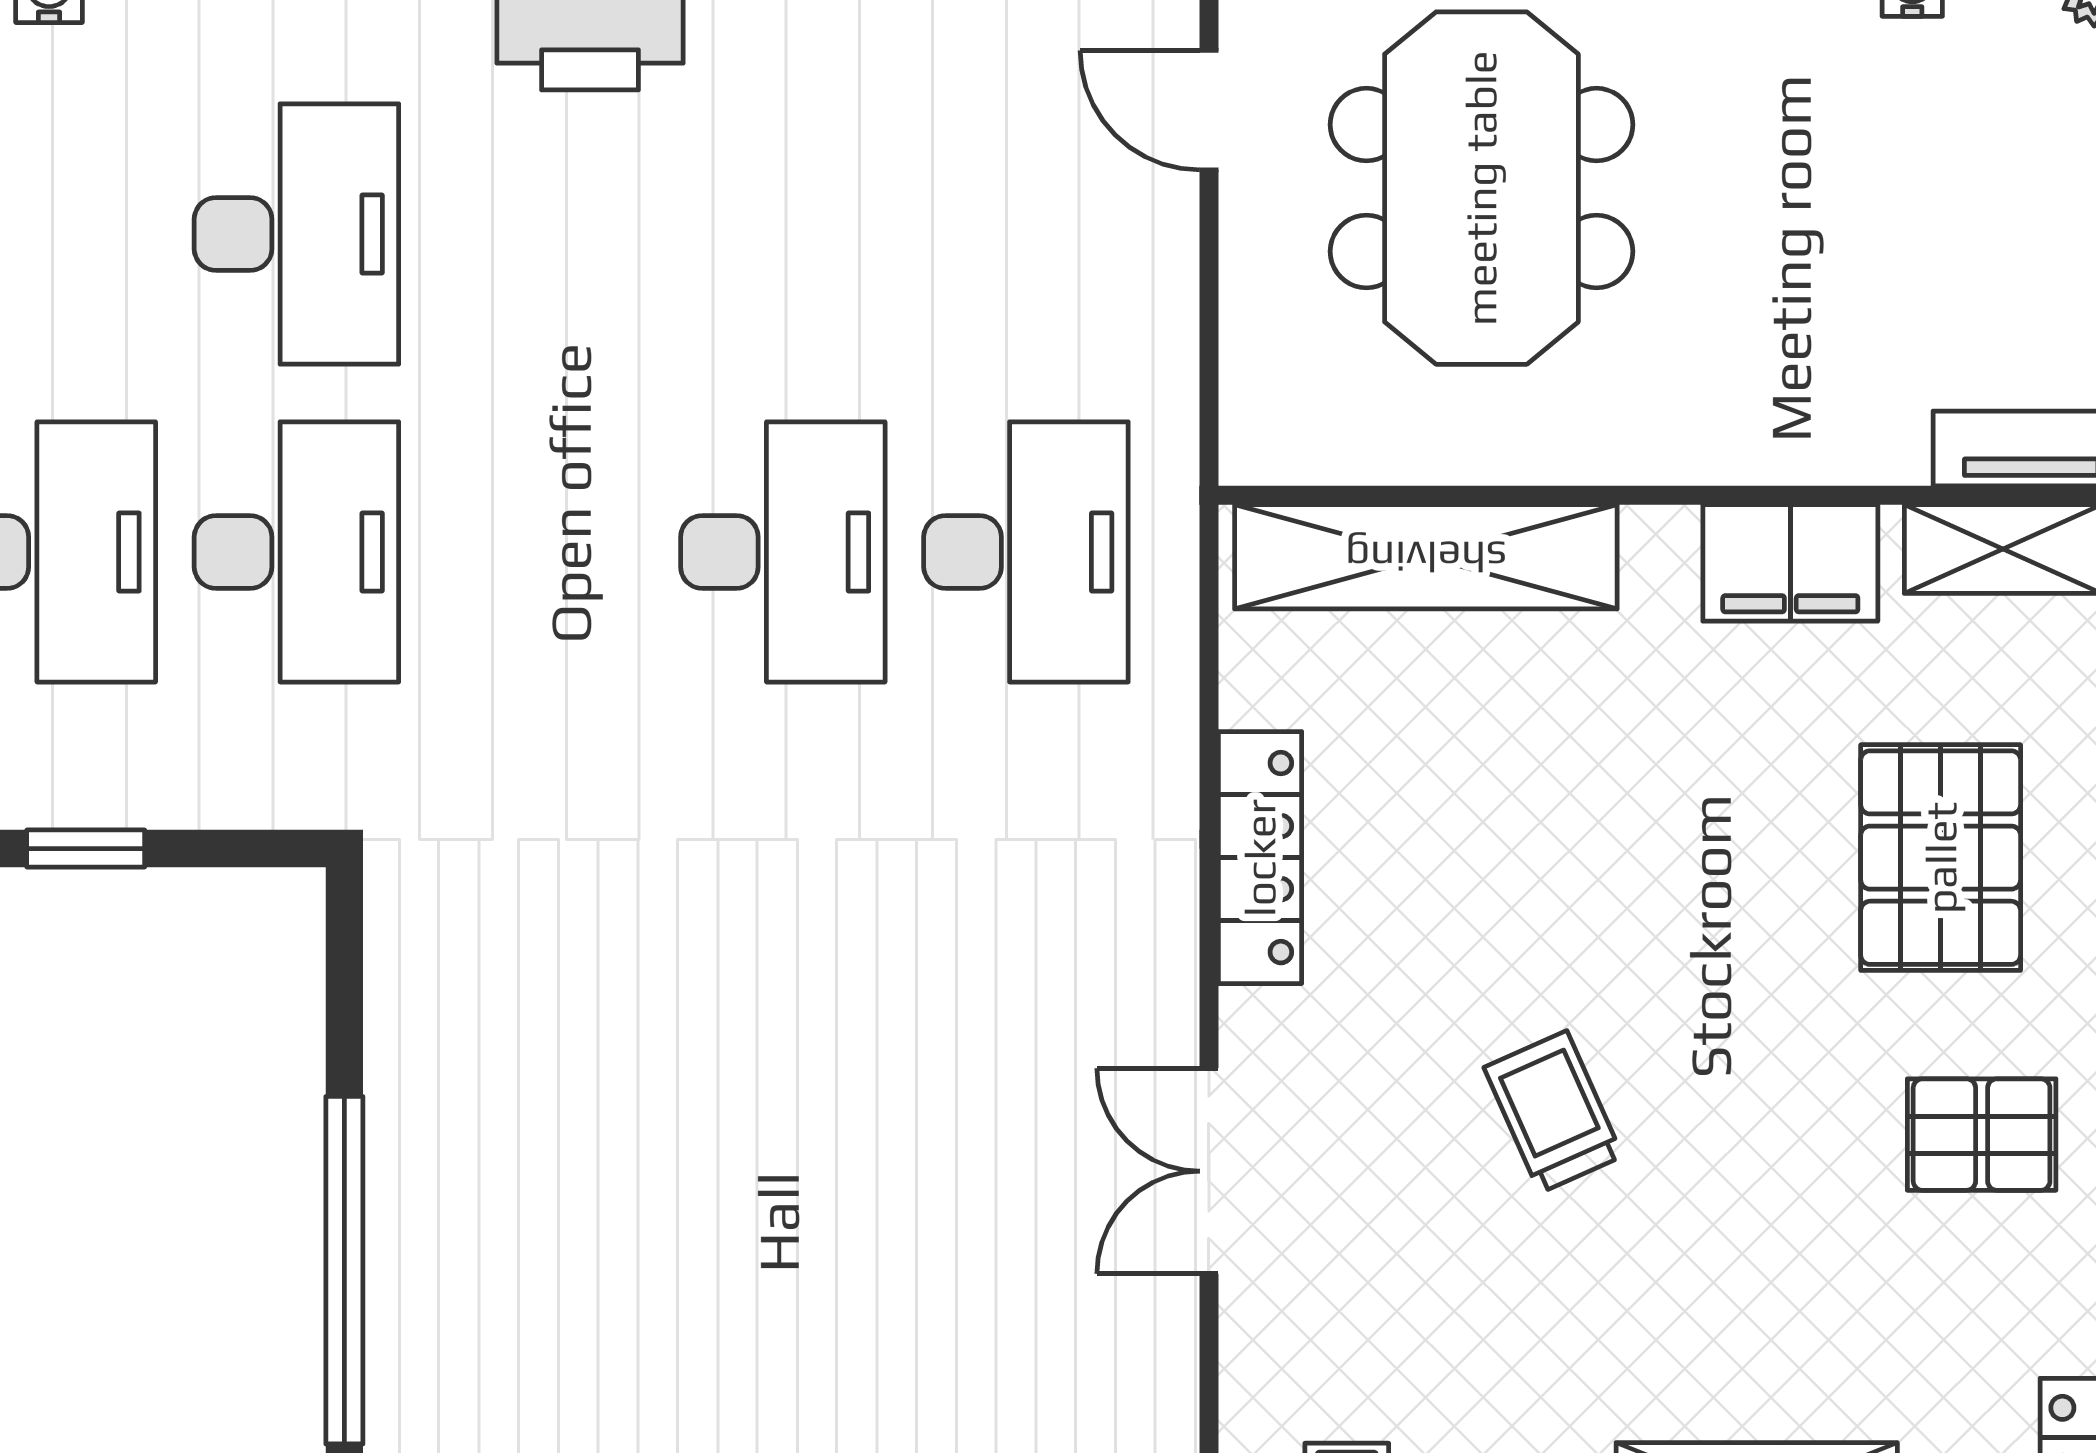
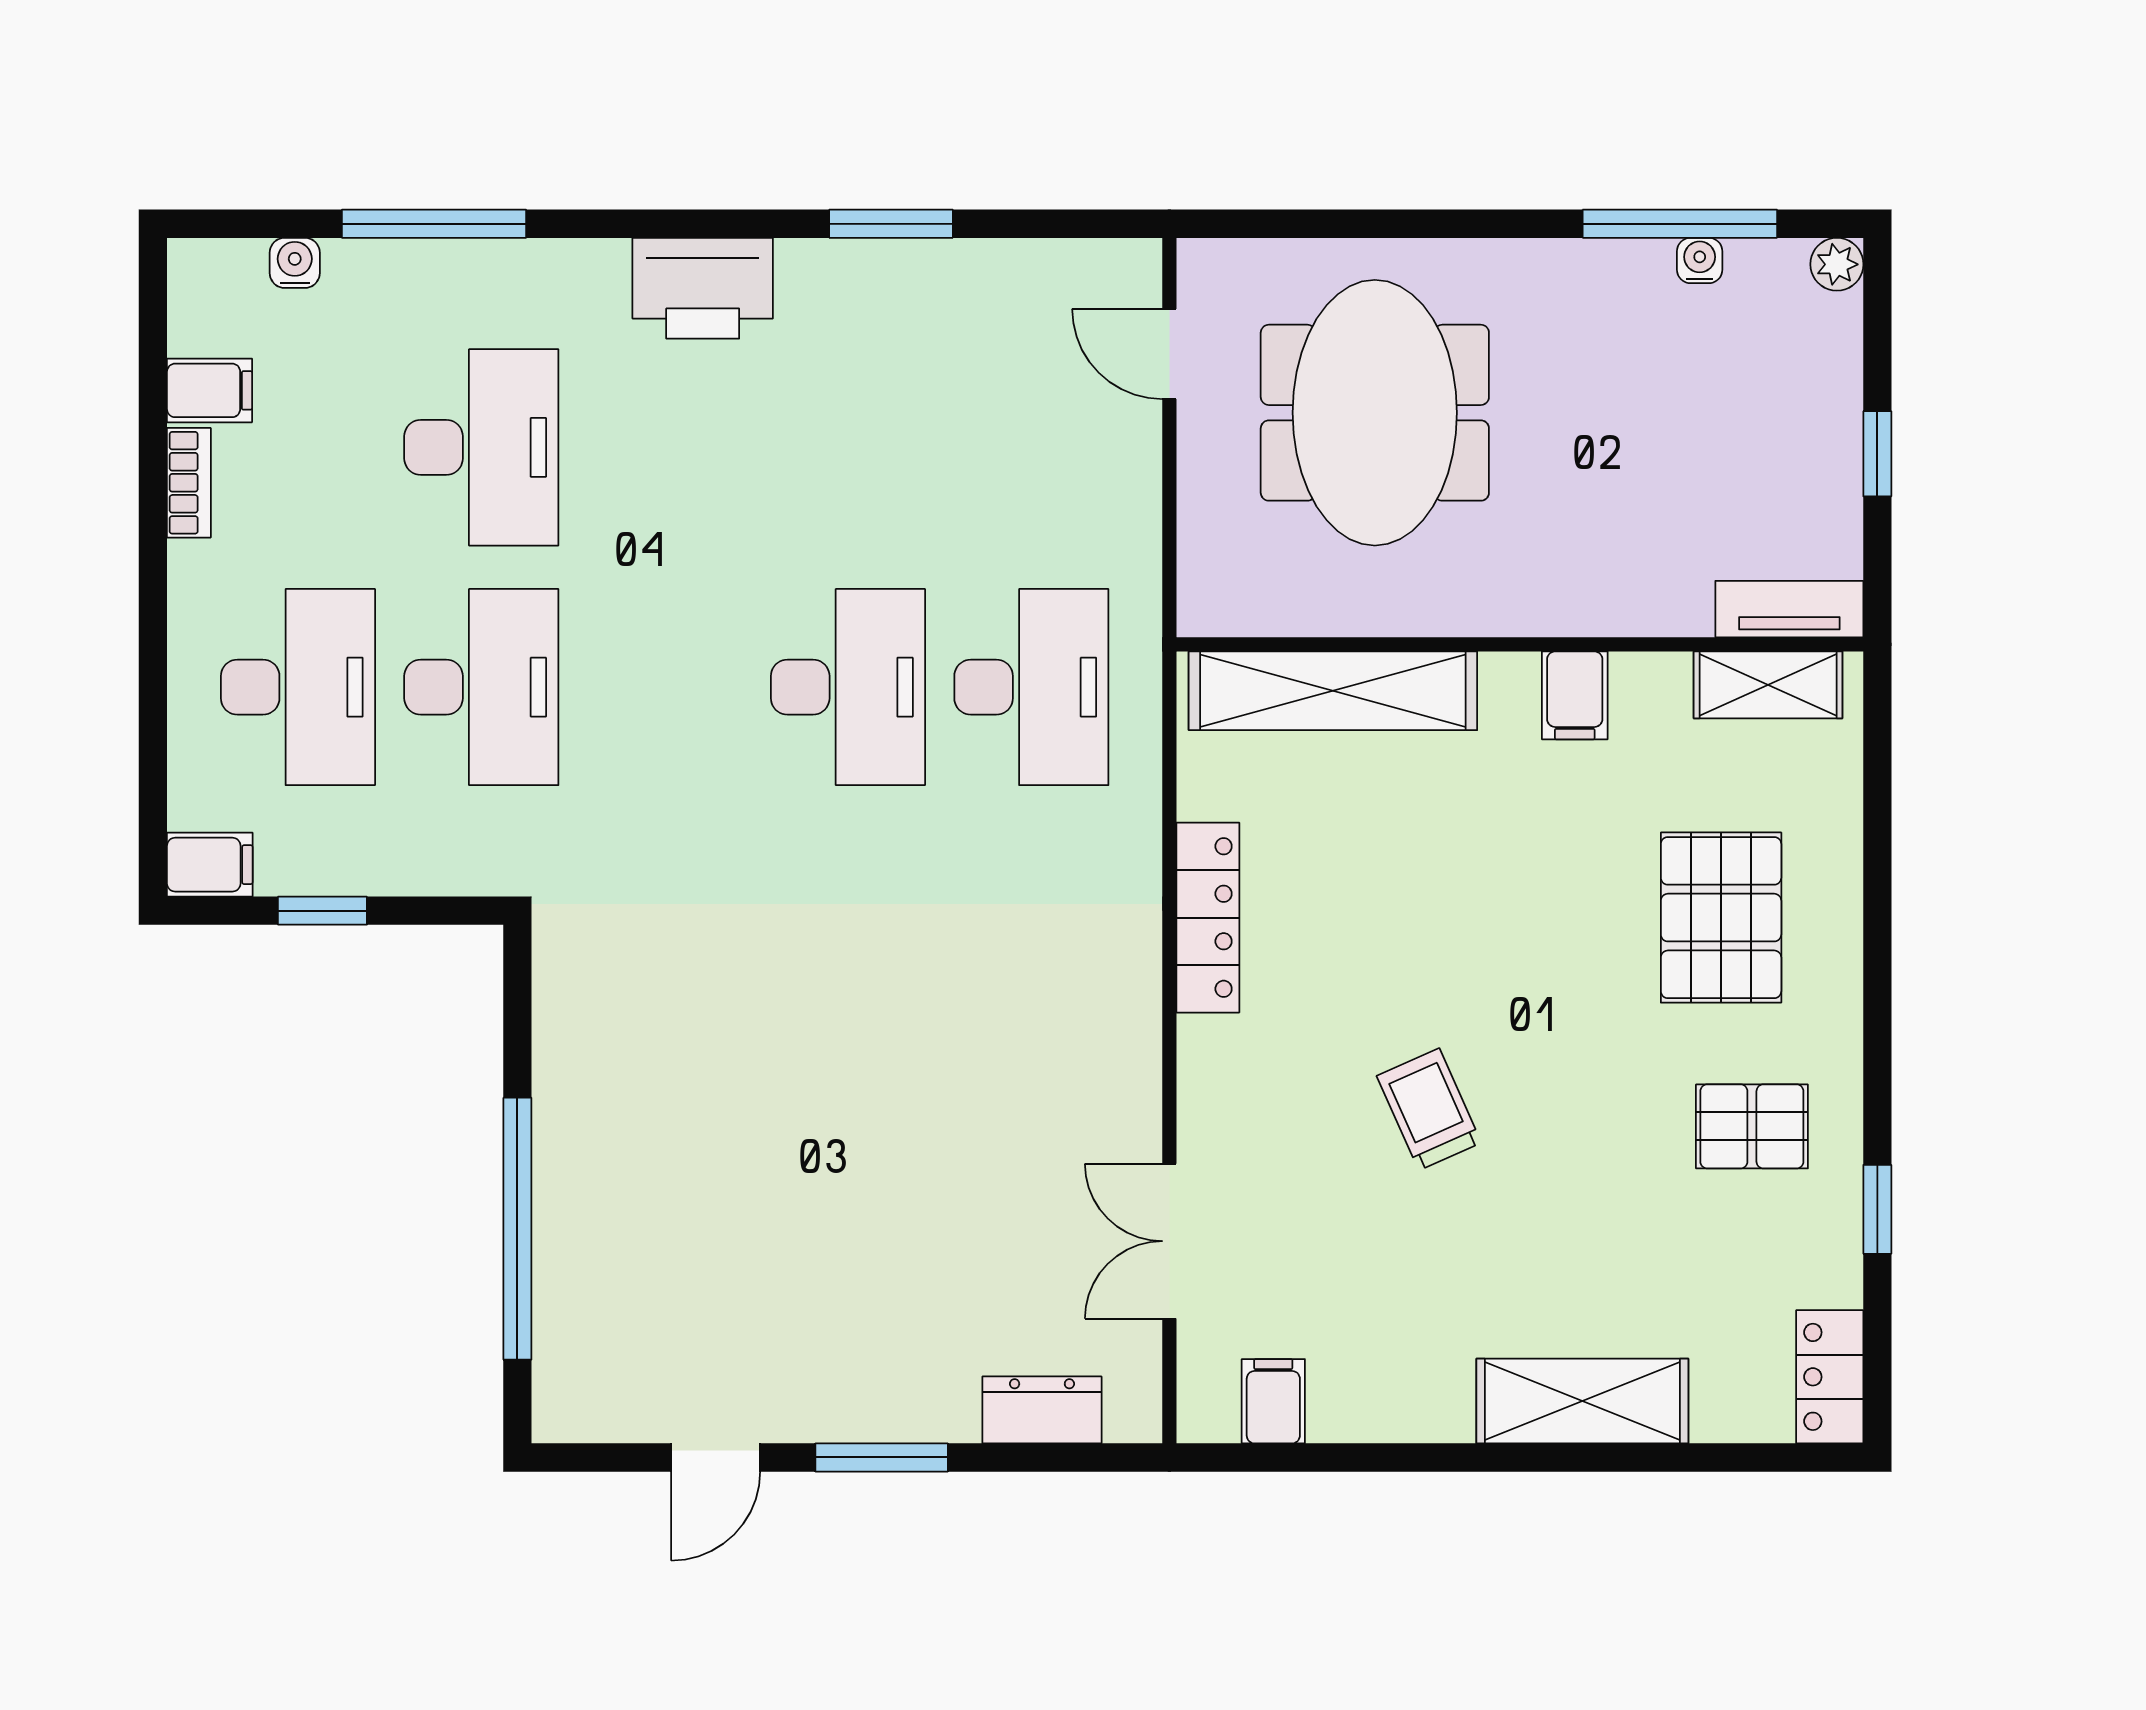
filing cabinet: (1790, 563) -> (1575, 695), width x0.50
double door: (1209, 1171) -> (1169, 1241), moved

